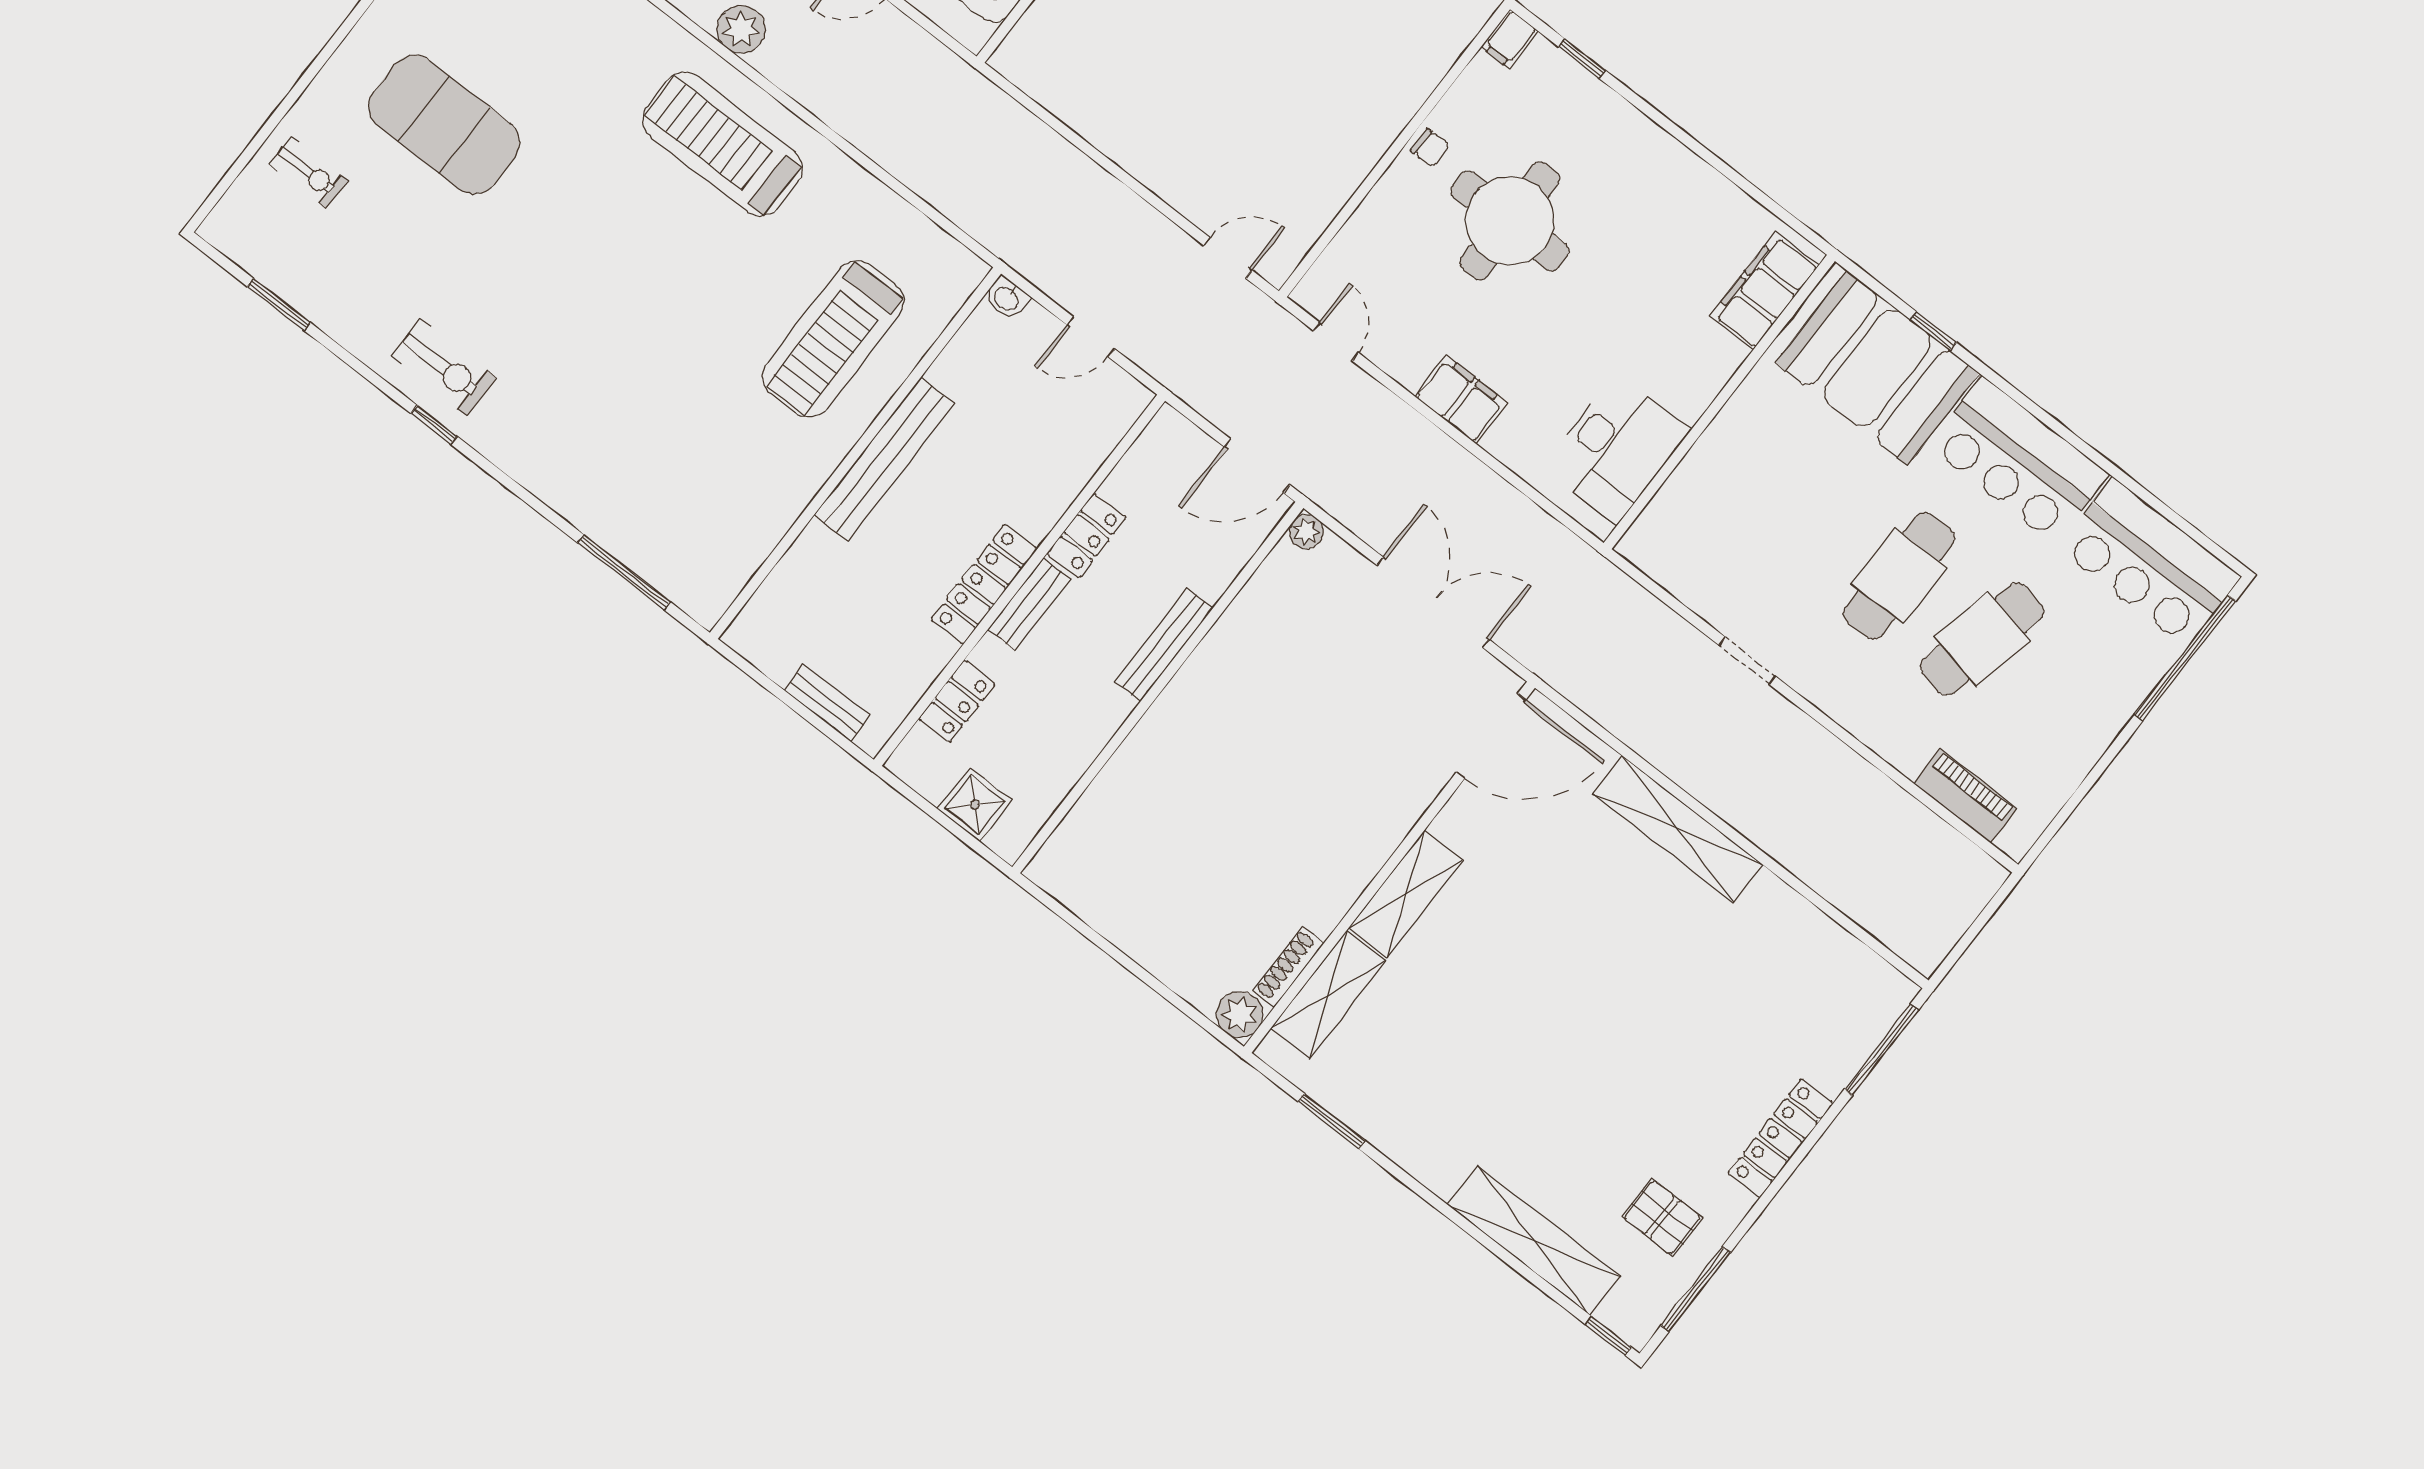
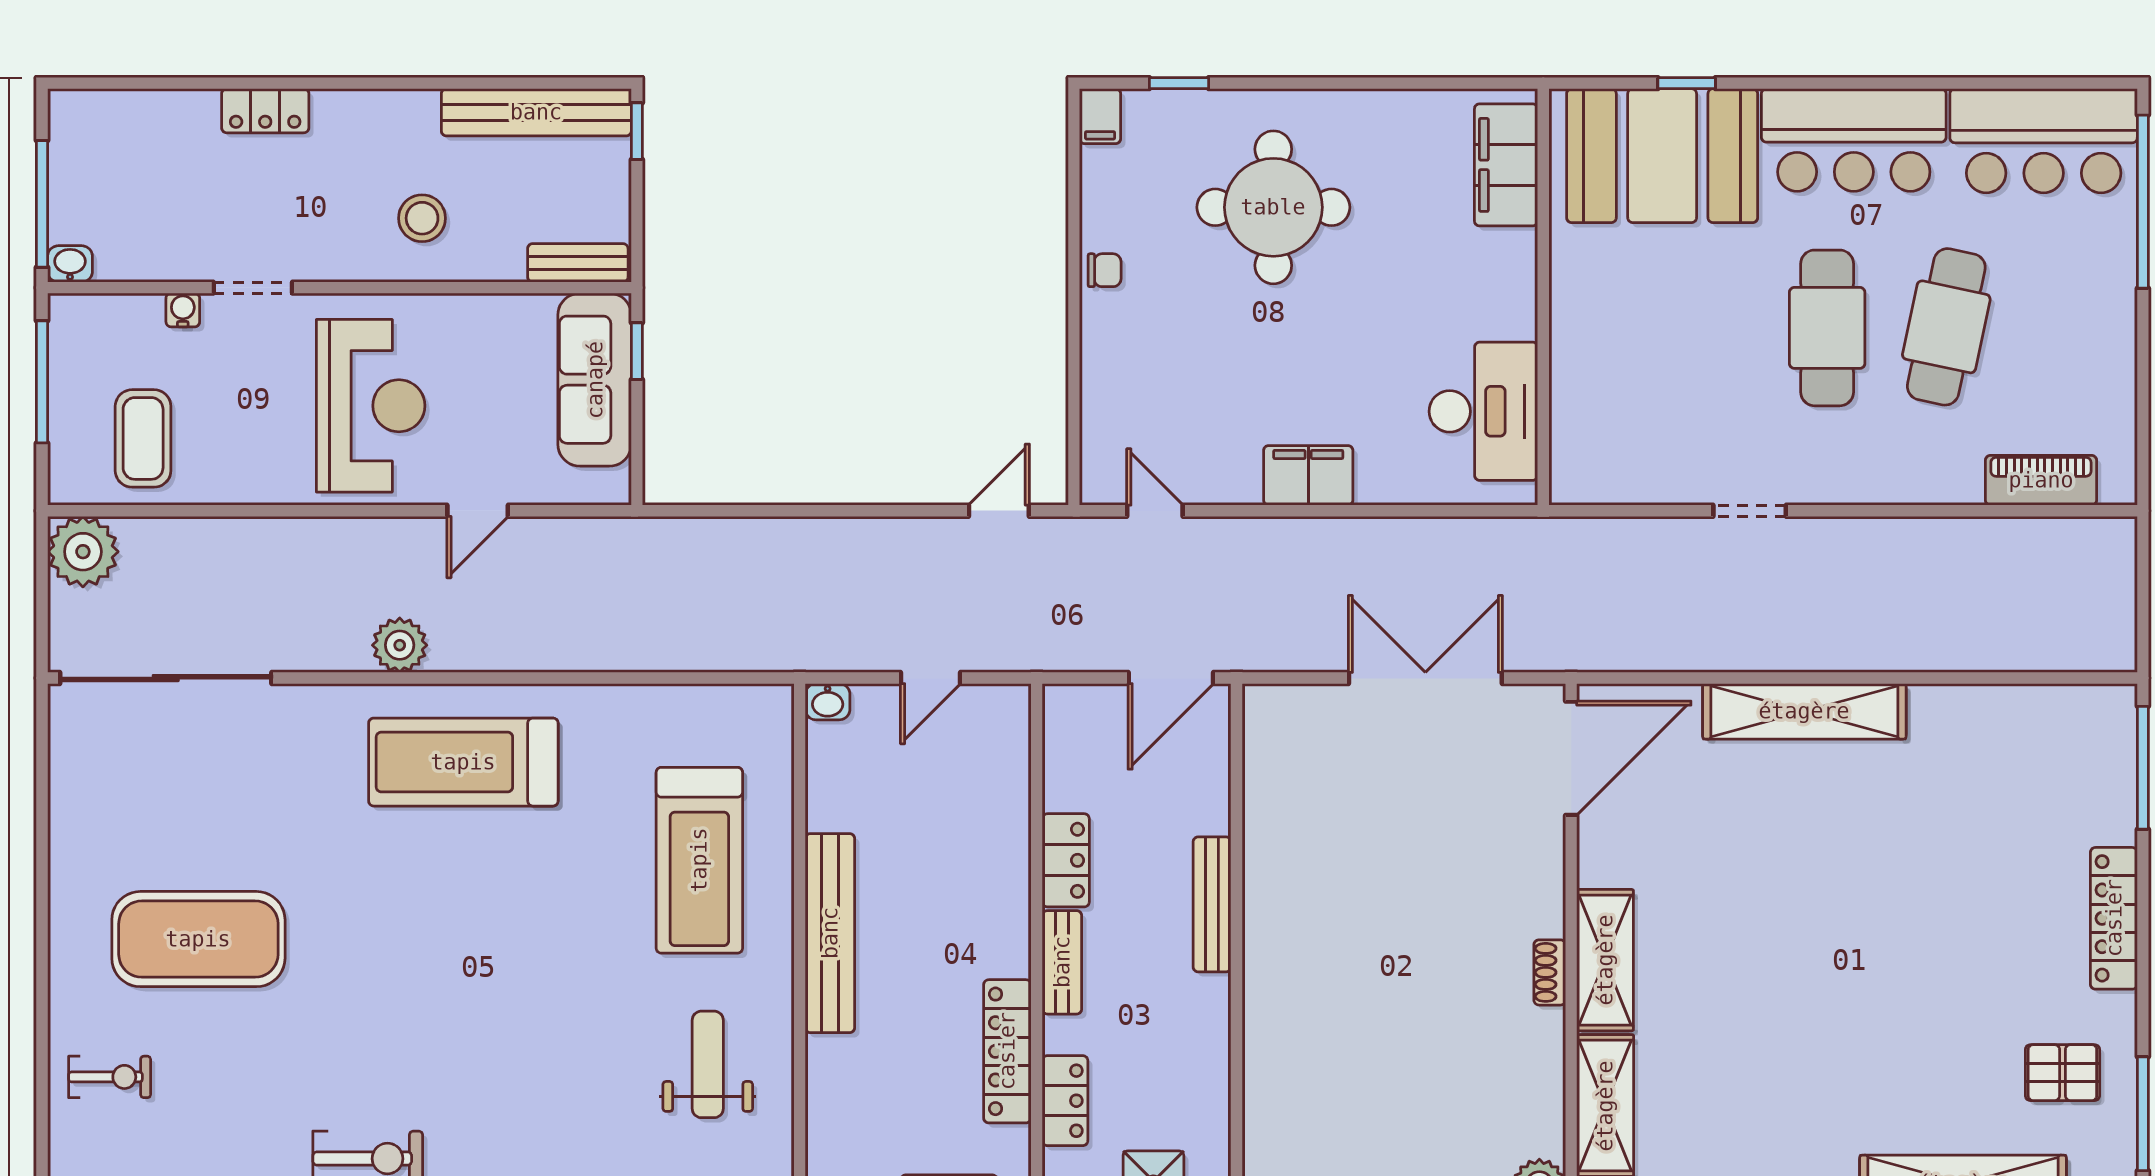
round table: (1510, 221) -> (1273, 207), moved
weight bench: (729, 485) -> (708, 1064), added
plant: (1306, 532) -> (1261, 703), removed
locker: (984, 584) -> (1007, 1051), moved
shoe rack: (1288, 967) -> (1550, 972), moved, width x0.70

